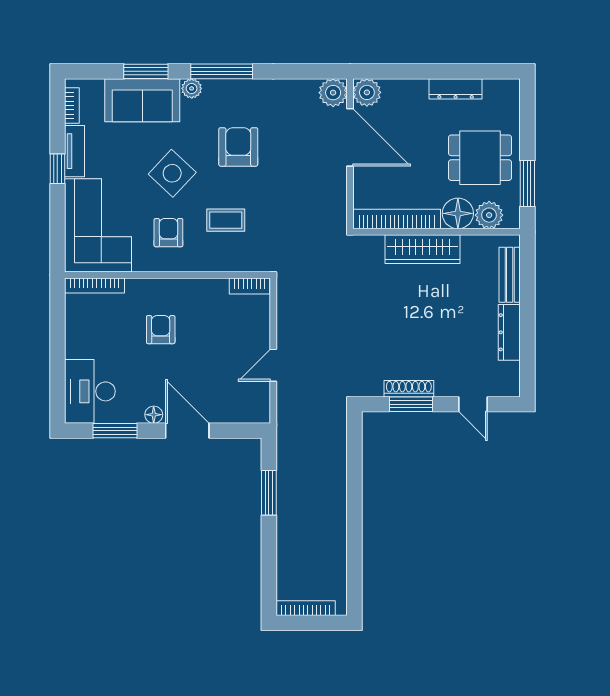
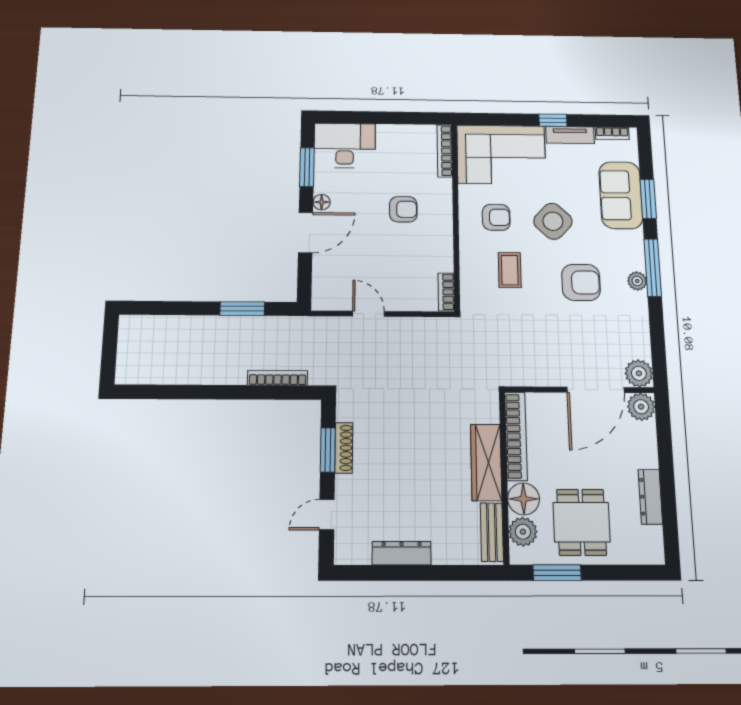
plant: (192, 88) -> (637, 281), moved
bench: (510, 275) -> (492, 532), moved, turned 90
bookcase: (306, 608) -> (278, 378), moved, turned -90

